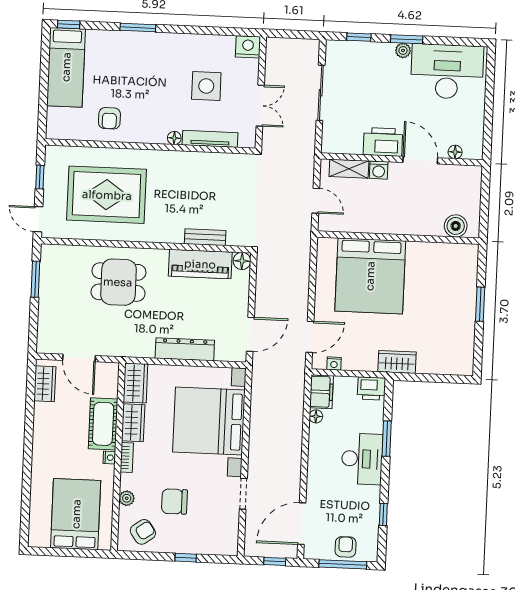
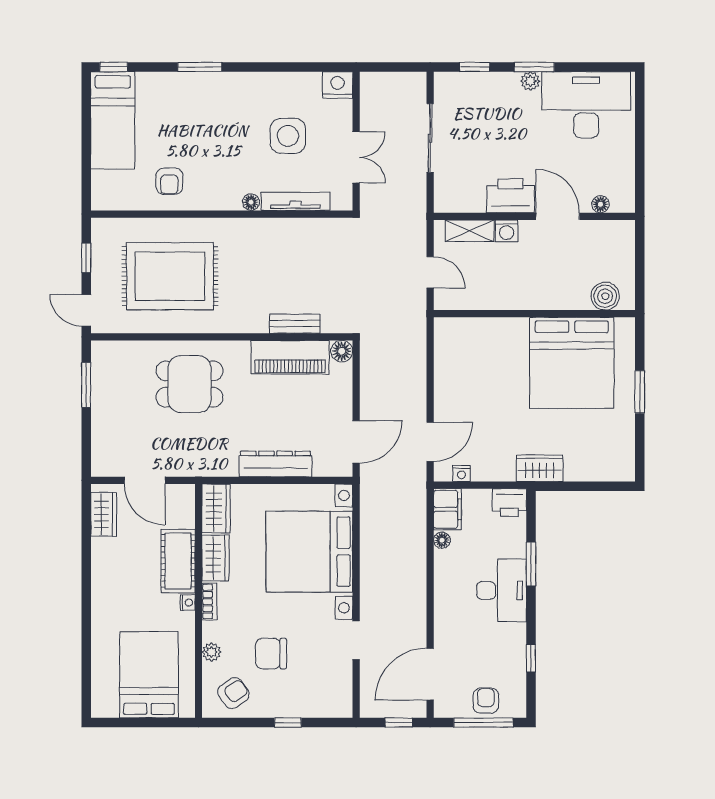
bed: (370, 276) -> (572, 363), moved

